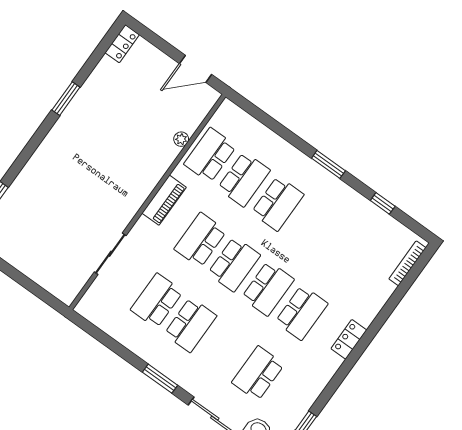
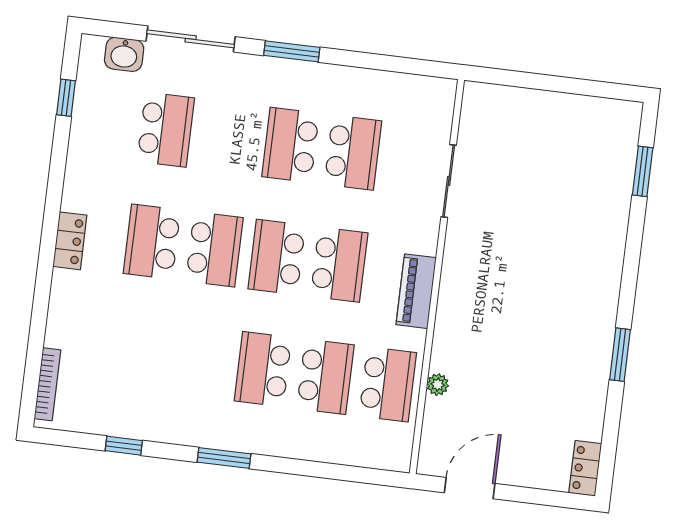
school desk: (244, 179) -> (325, 377), turned 180
school desk: (268, 288) -> (214, 249), turned 180

